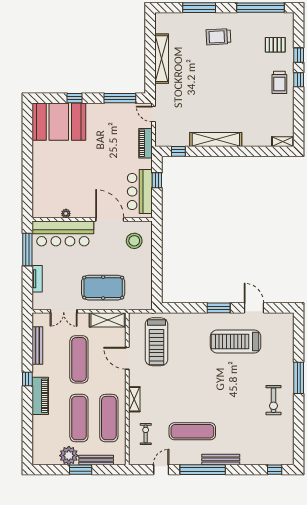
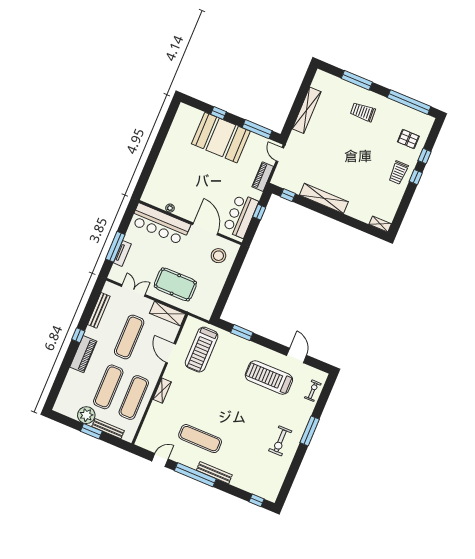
booth: (59, 122) -> (221, 138), moved
window: (27, 249) -> (115, 247), moved
window: (219, 308) -> (242, 333), moved
double door: (64, 311) -> (133, 291), swing flipped
exercise bike: (146, 434) -> (313, 391), moved

